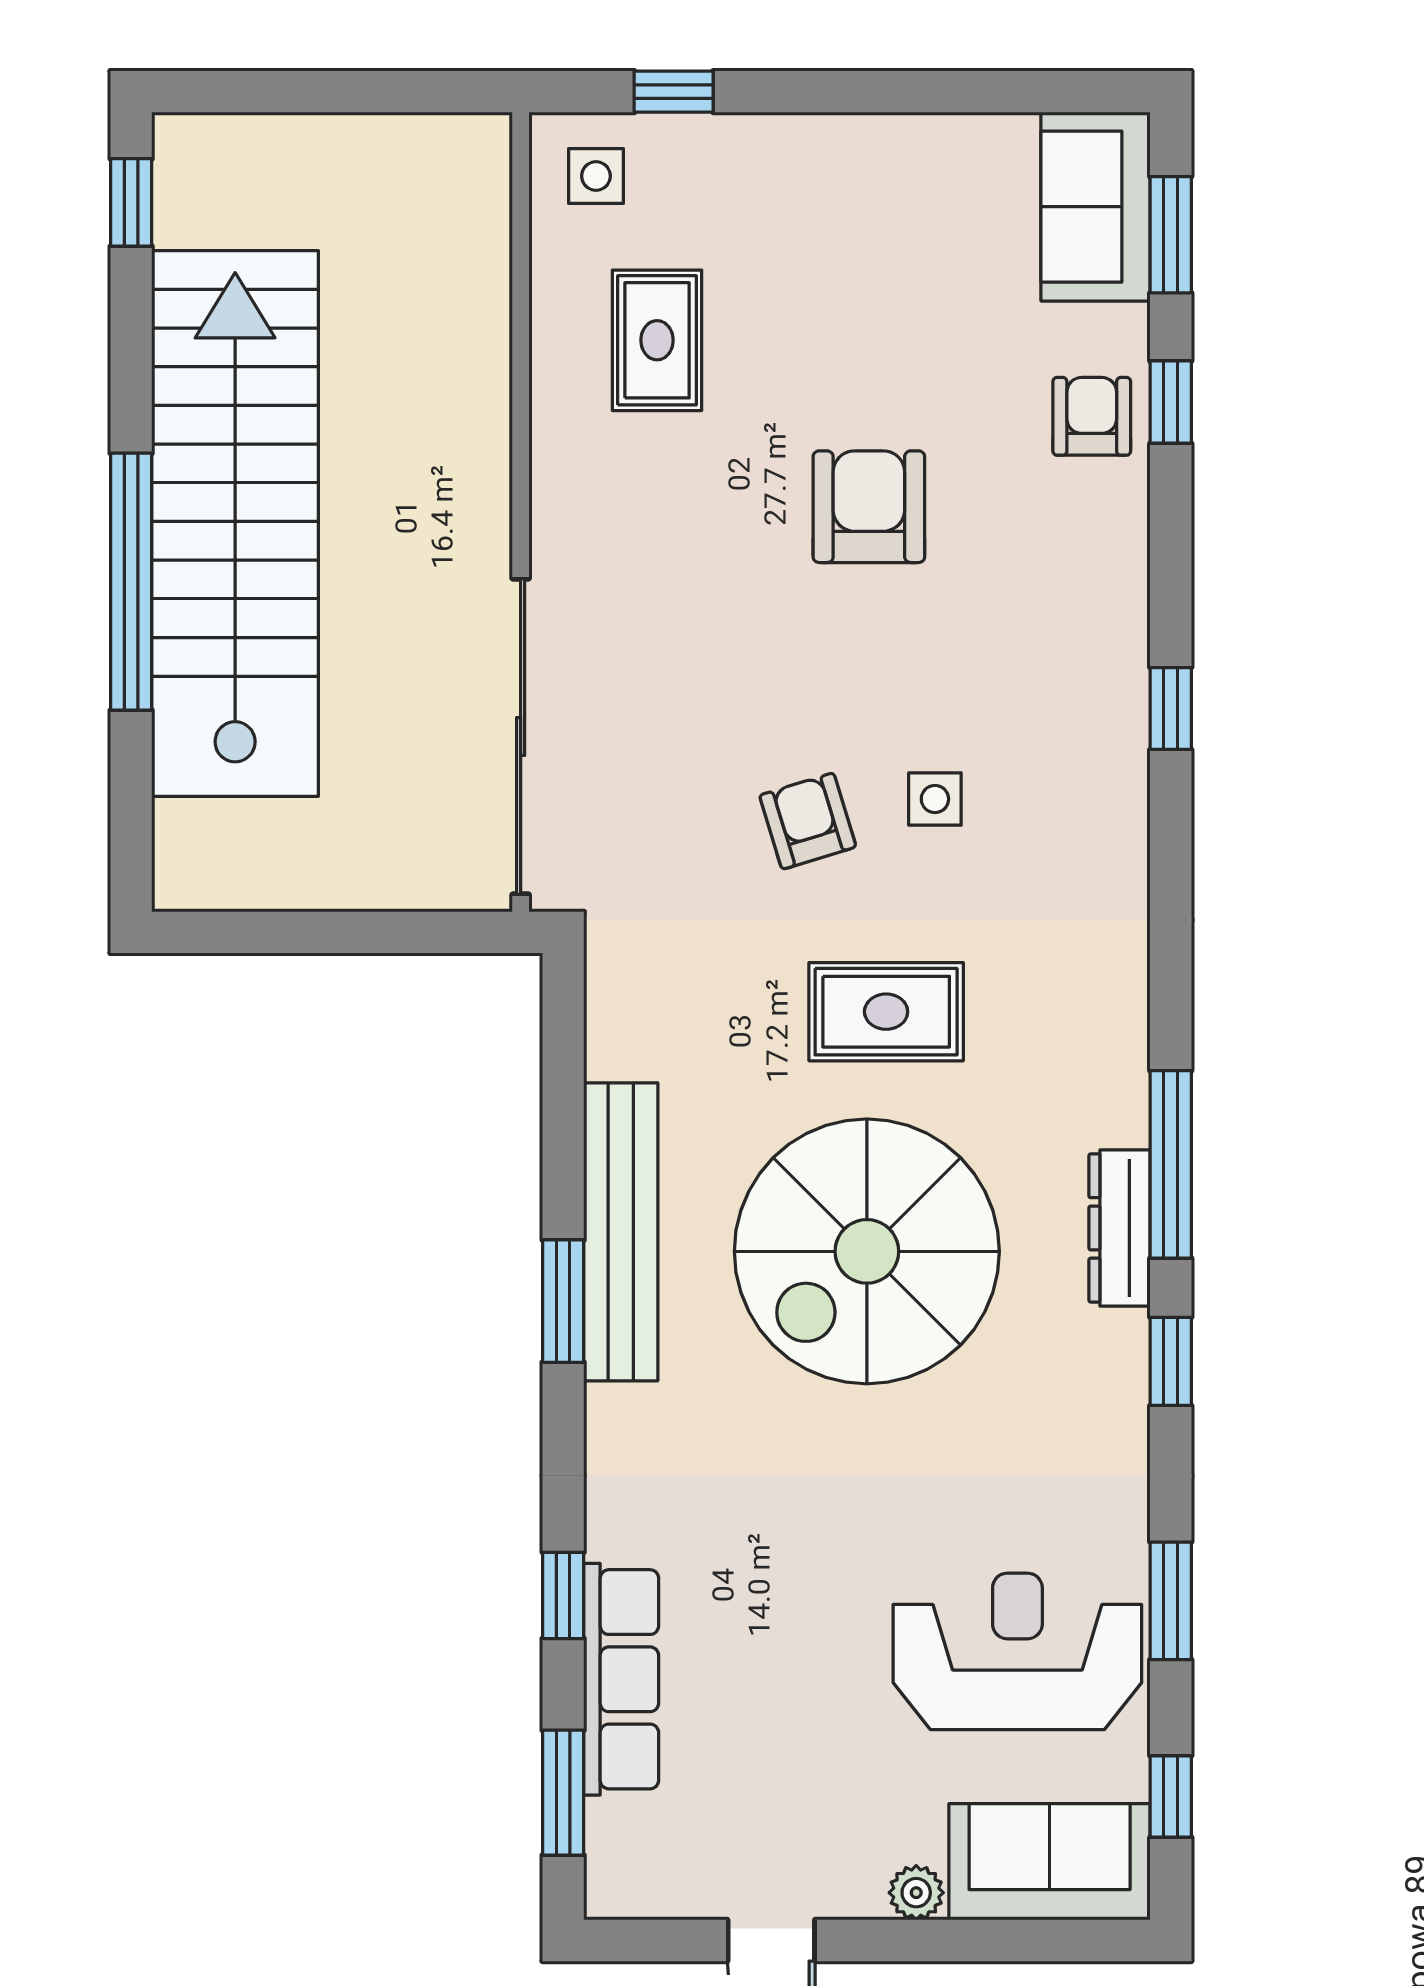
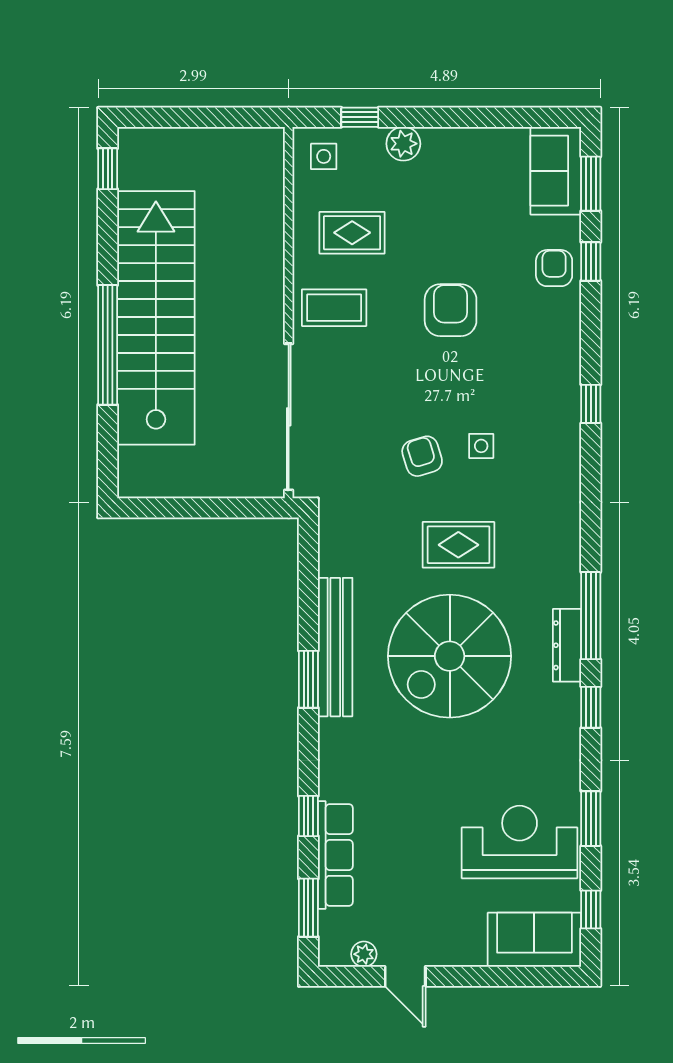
plant: (767, 149) -> (403, 144), added
rug: (657, 340) -> (352, 233), turned 90
coffee table: (618, 502) -> (334, 308), added
plant: (916, 1893) -> (364, 954), moved

